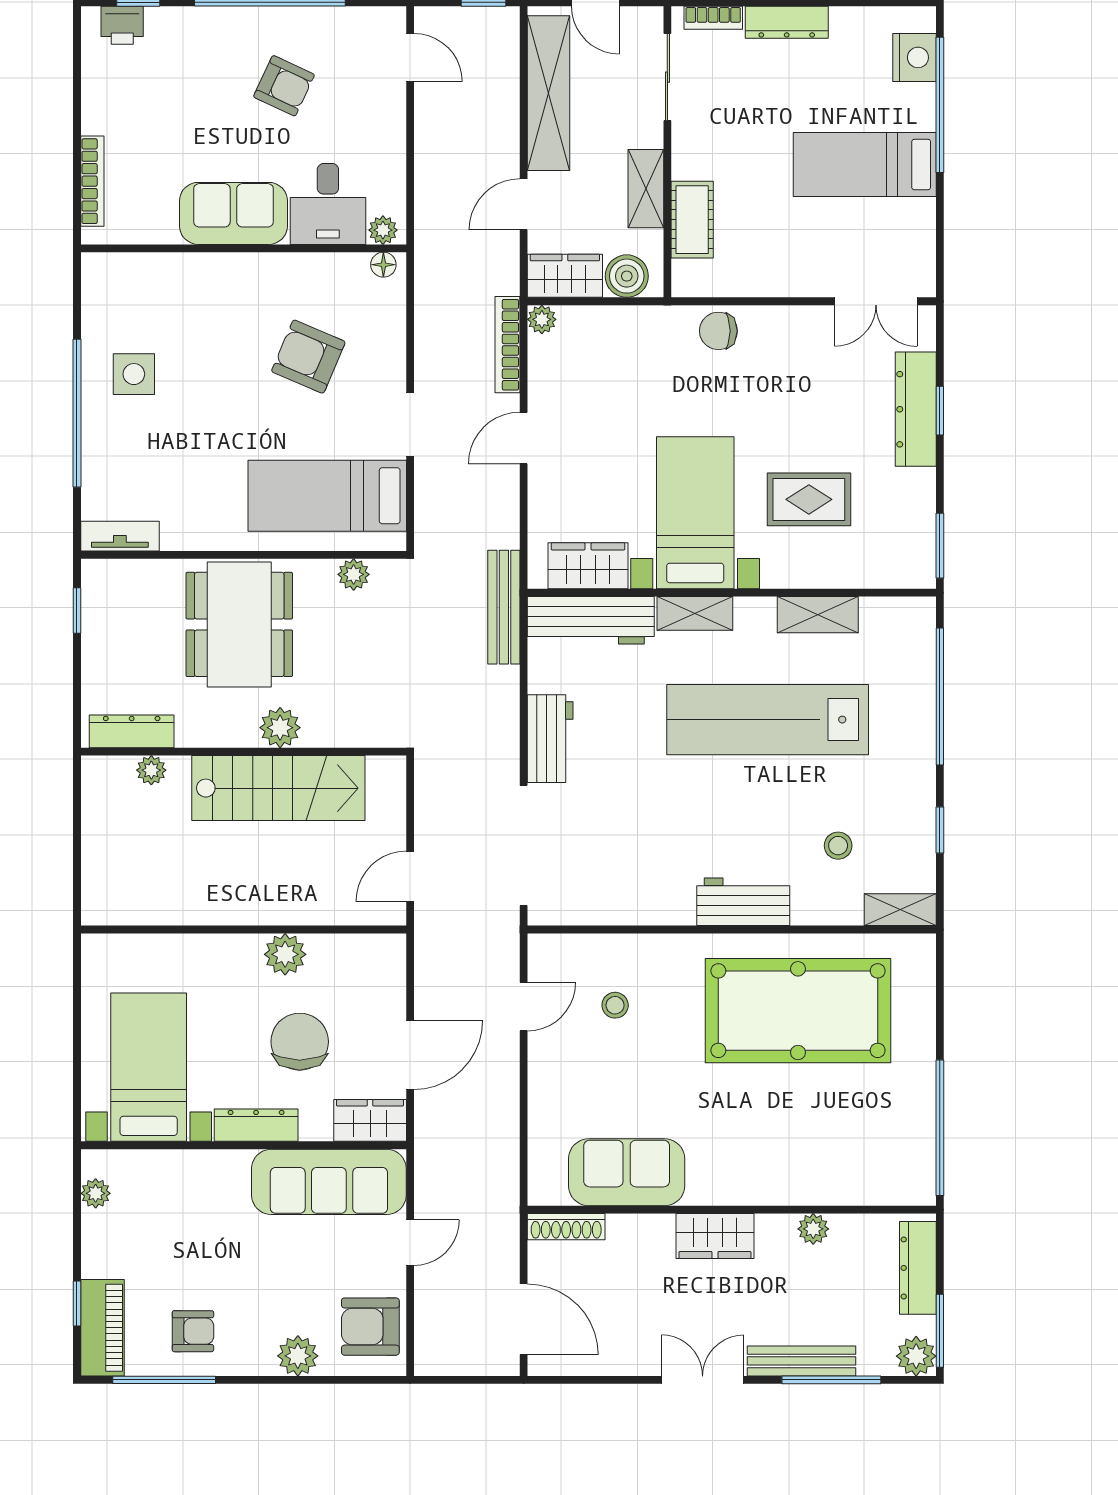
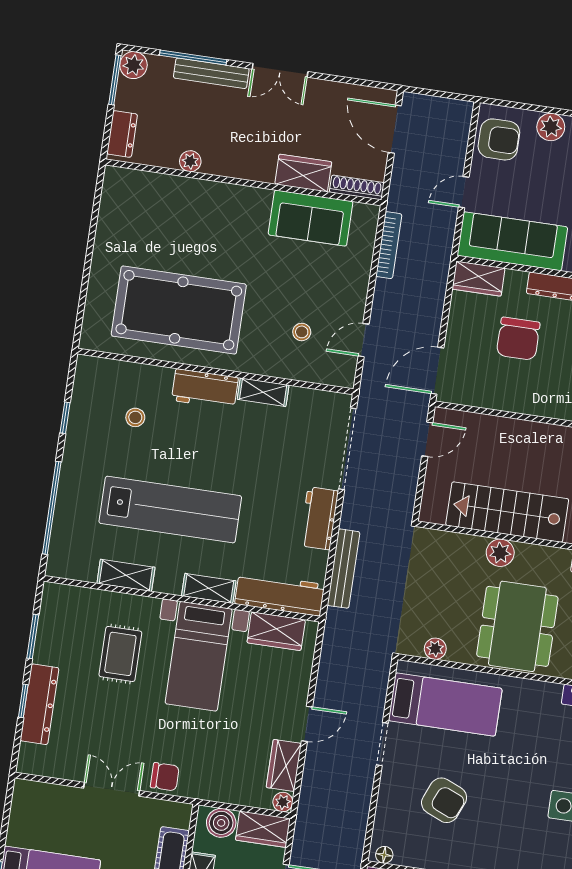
double door: (876, 301) -> (112, 789), moved
bookcase: (507, 345) -> (389, 245), moved
wardrobe: (548, 373) -> (284, 765), added
rug: (809, 499) -> (120, 654), turned 90
window: (940, 546) -> (33, 636), moved
bench: (504, 607) -> (343, 569), moved
shelving: (900, 910) -> (263, 392), moved
plant: (285, 954) -> (519, 399), removed
door: (410, 1055) -> (437, 371), moved
window: (940, 1128) -> (95, 217), removed
wardrobe: (715, 1236) -> (303, 173), moved
dresser: (918, 1268) -> (122, 134), width x0.70

